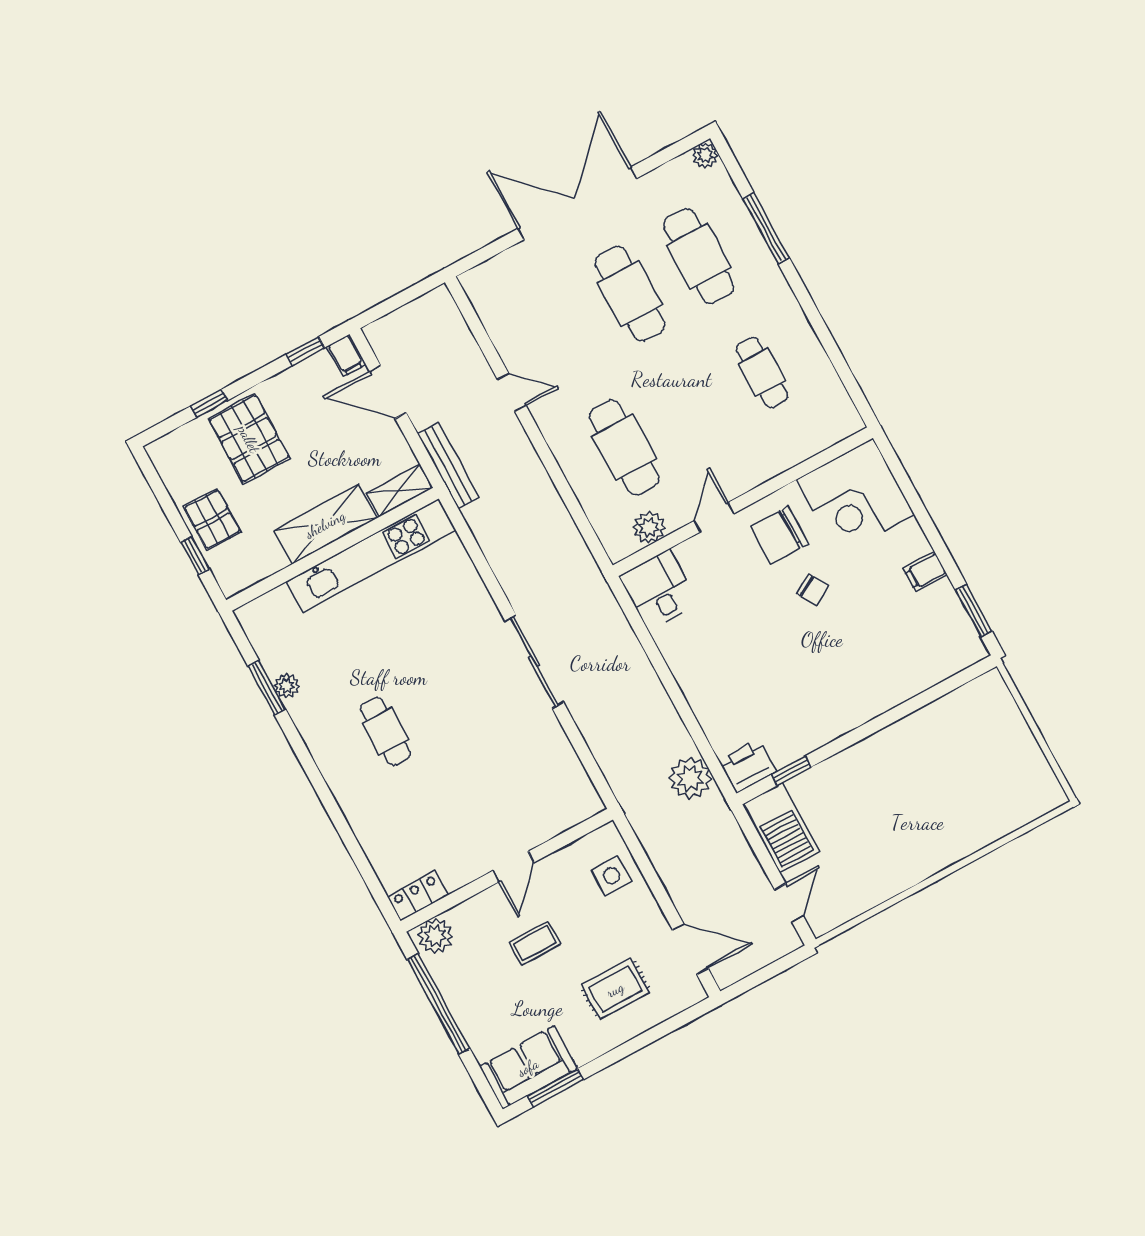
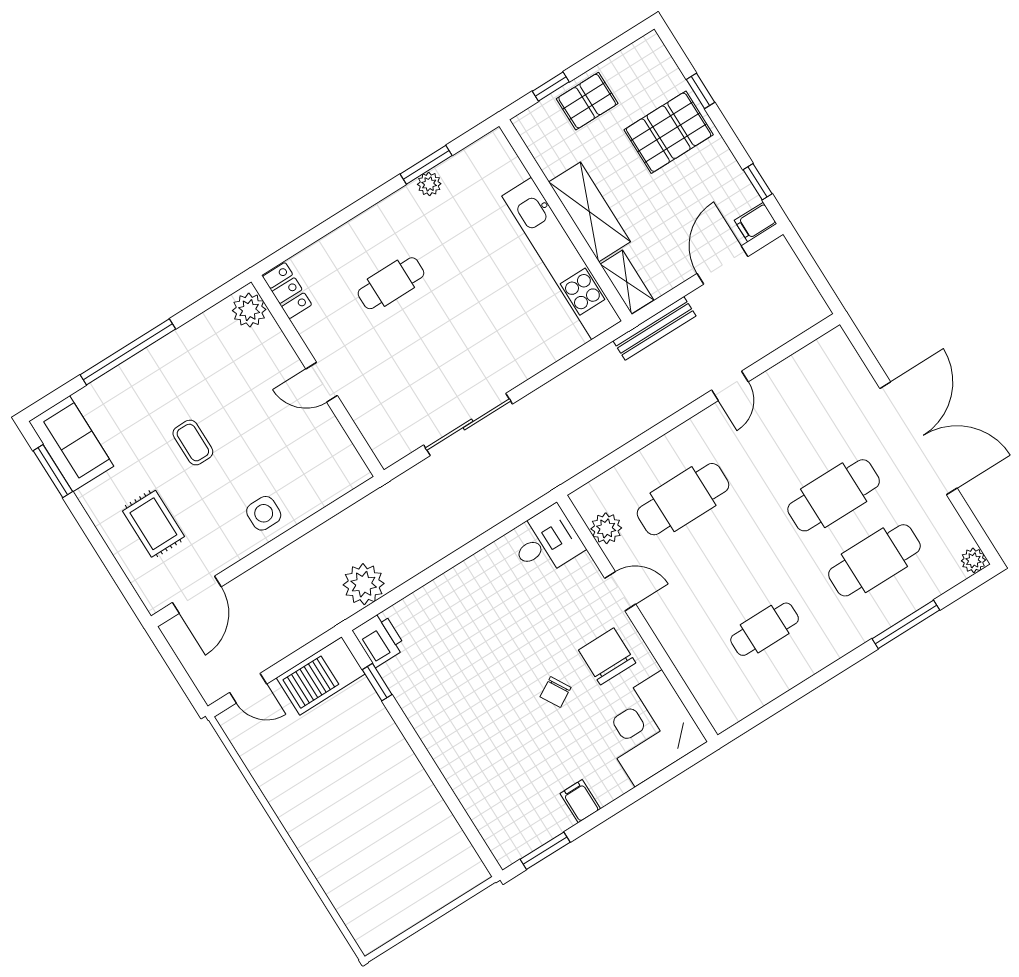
door: (514, 867) -> (322, 382), moved
wall: (507, 870) -> (318, 376), moved
locker: (418, 896) -> (287, 291), moved
plant: (435, 936) -> (249, 310), moved

